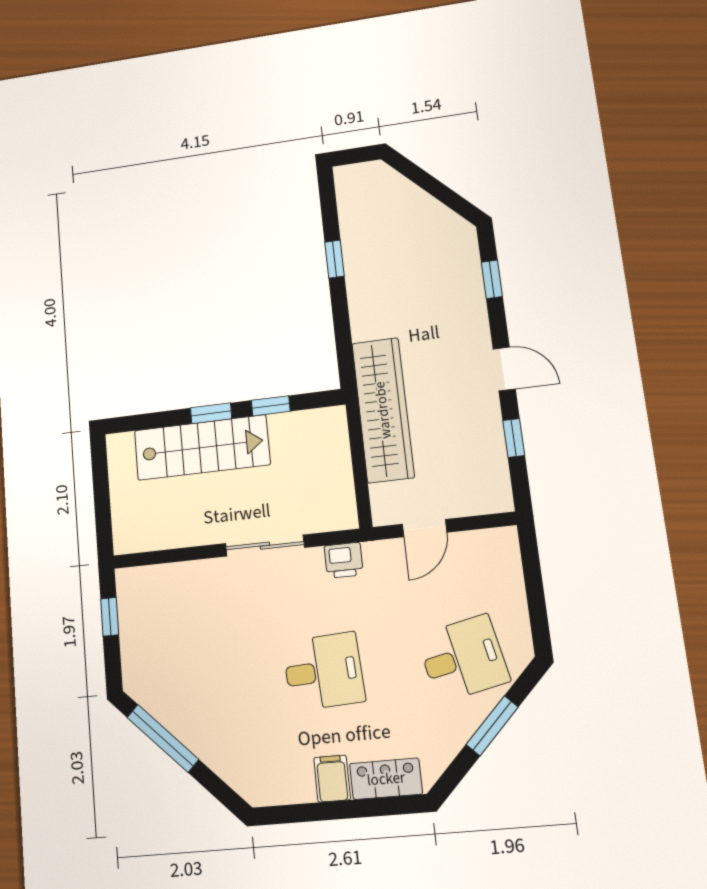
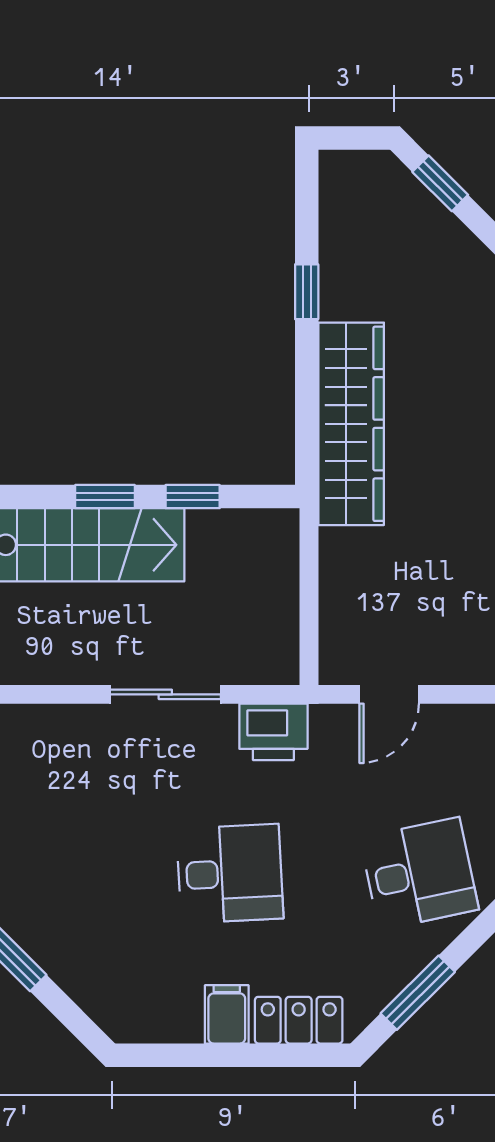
window: (417, 175) -> (440, 183), added
wardrobe: (383, 410) -> (351, 424), moved
printer: (344, 560) -> (273, 732), width x1.36, depth x1.24
window: (492, 726) -> (418, 993), moved

